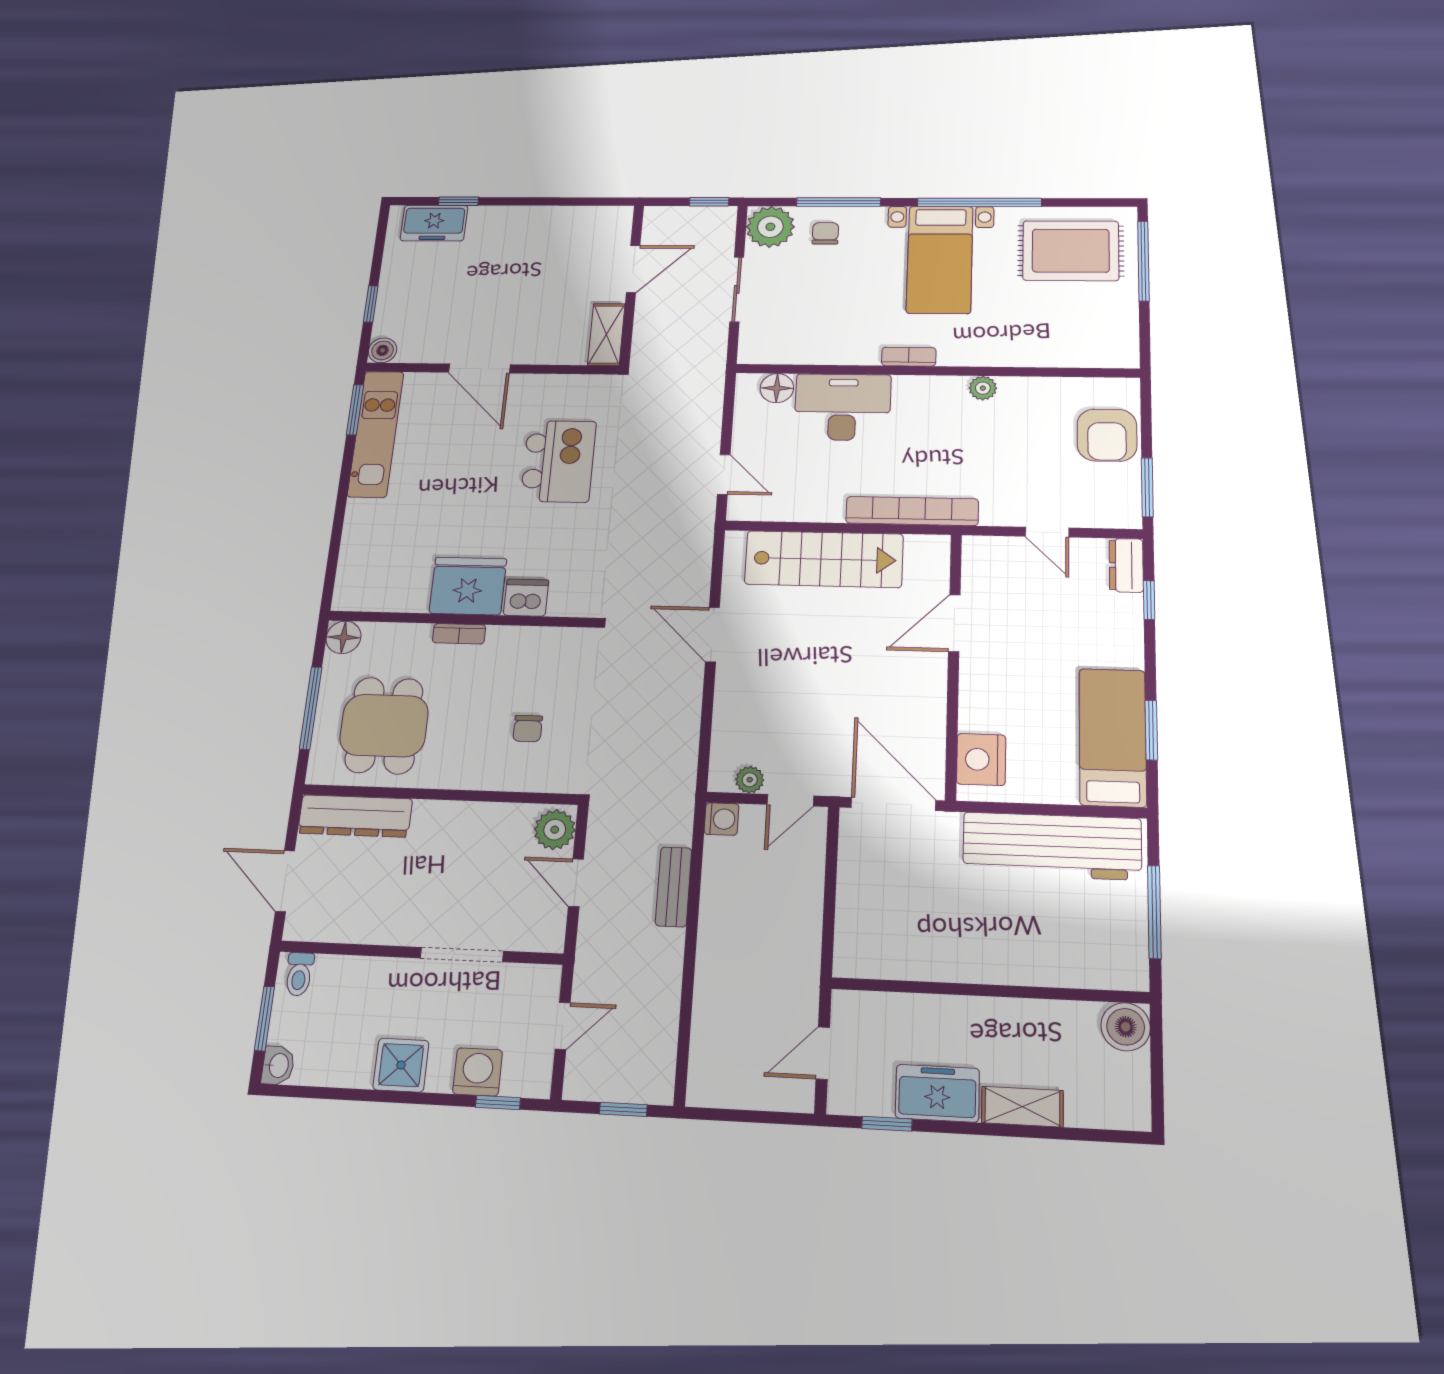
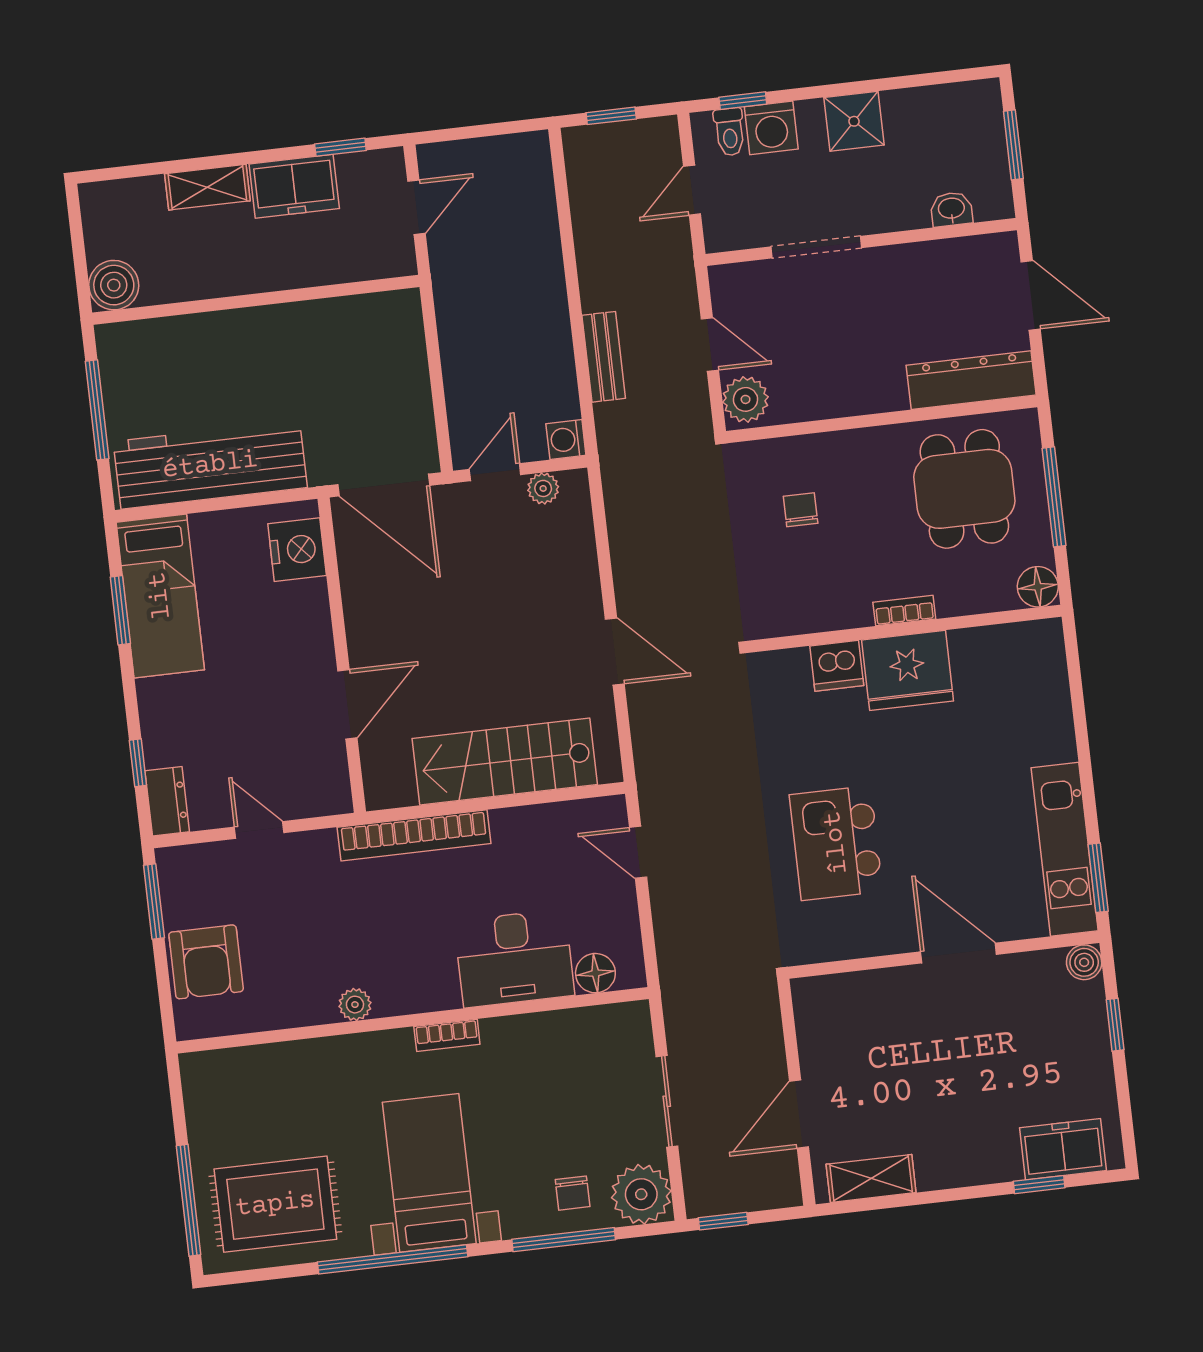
shelving: (606, 334) -> (871, 1178), moved, turned 90
armchair: (1107, 435) -> (206, 962), turned 180
toilet: (299, 974) -> (730, 132), moved, turned 180
washbasin: (278, 1065) -> (951, 209), moved, turned 90

